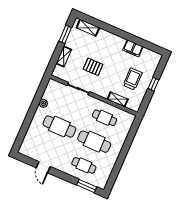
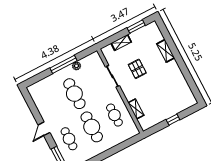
shelving: (88, 28) -> (166, 51), moved
filing cabinet: (133, 48) -> (179, 79), removed
trolley: (133, 79) -> (160, 103), removed
window: (32, 110) -> (63, 64), added
door: (43, 167) -> (44, 129), moved

